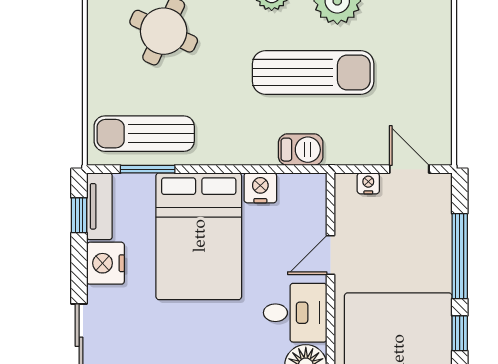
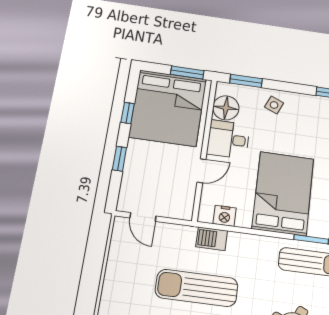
nightstand: (368, 183) -> (171, 212), removed
nightstand: (260, 188) -> (225, 216), moved
window: (460, 256) -> (119, 159), width x0.46

